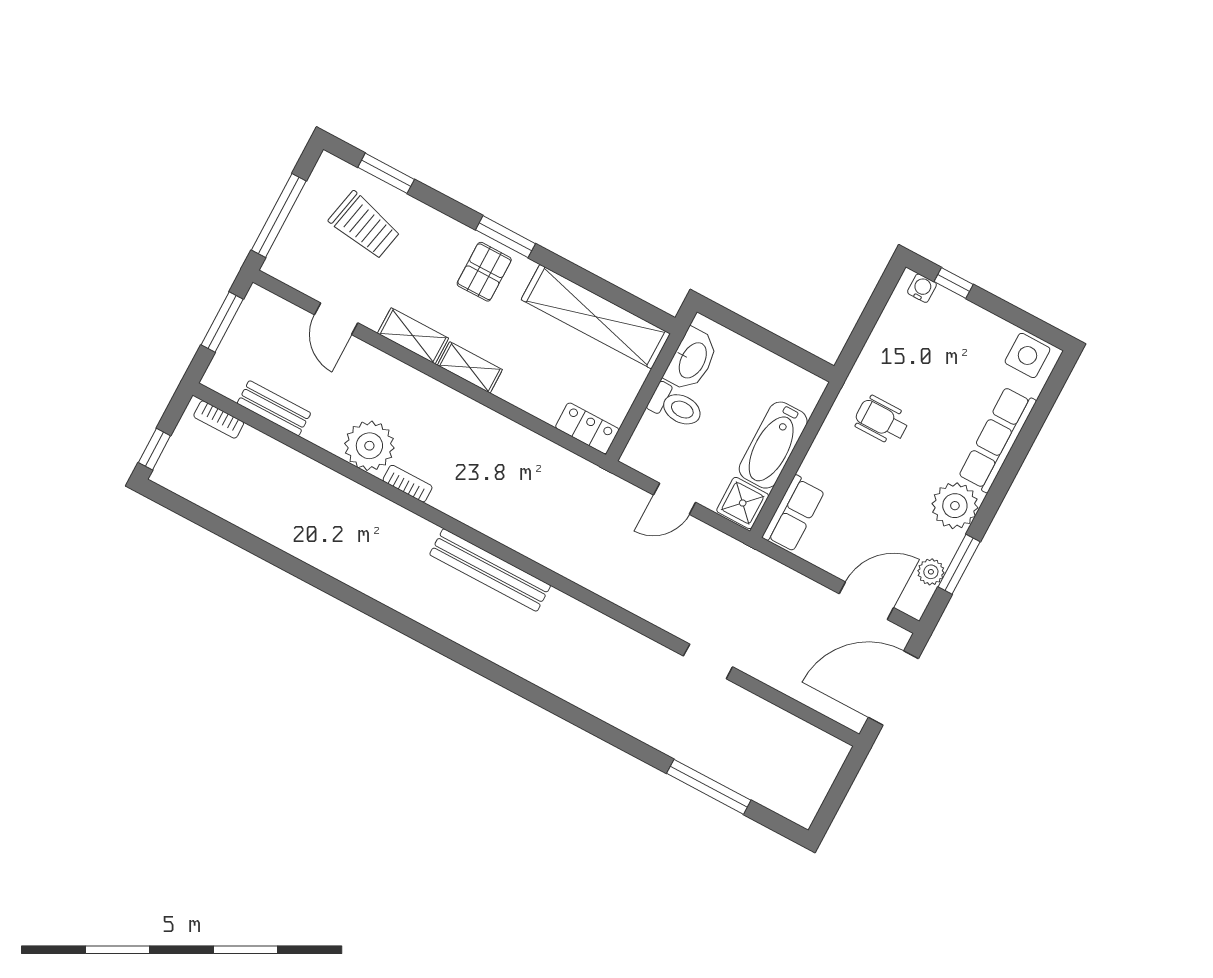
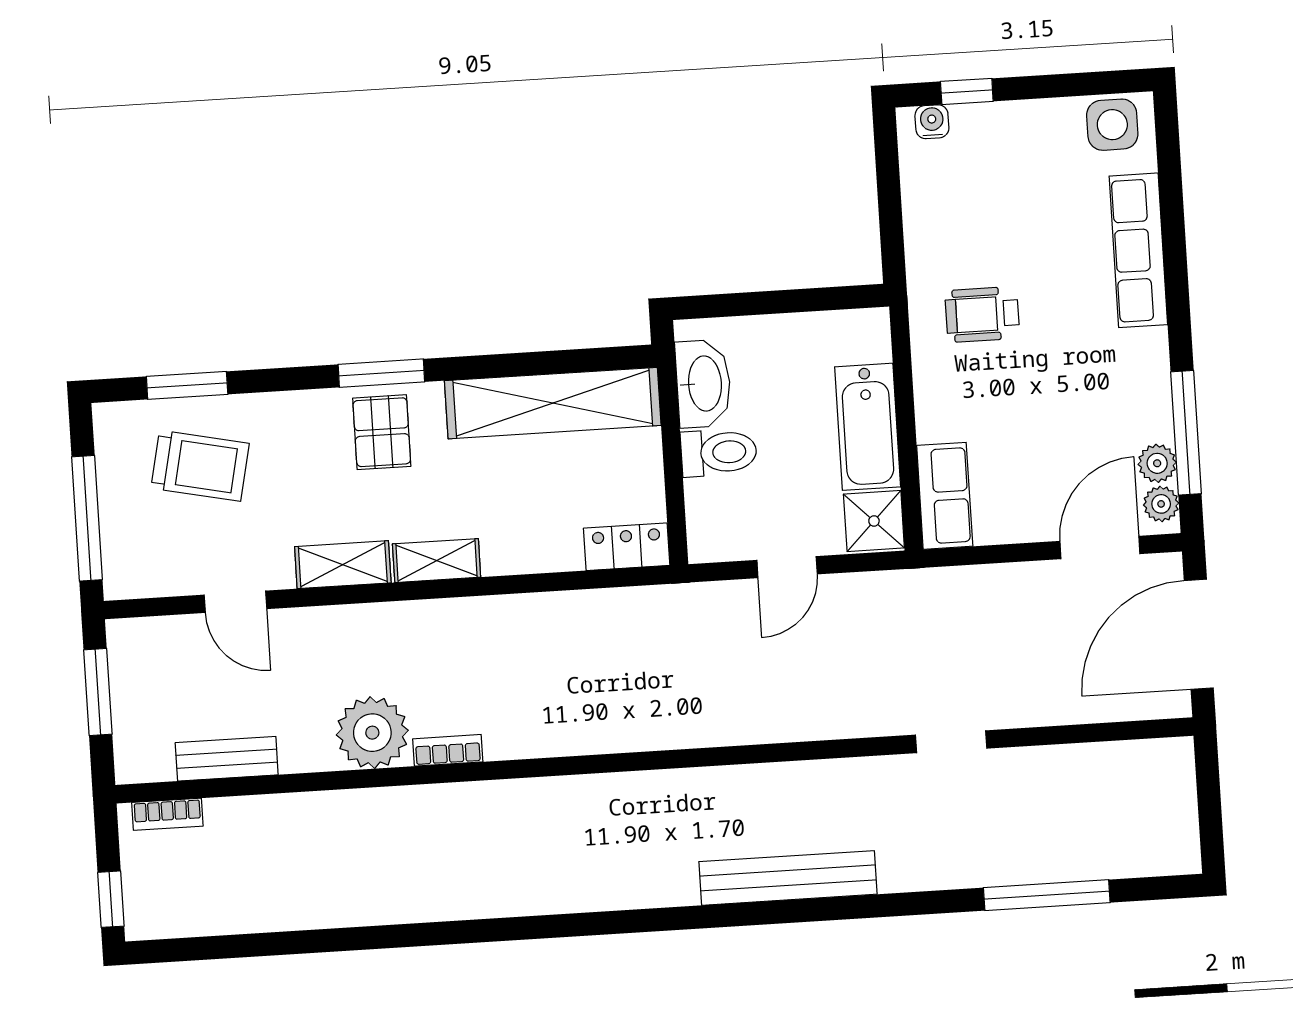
plant: (955, 506) -> (1161, 504), moved, width x0.53, depth x0.53
window: (959, 564) -> (1186, 433), width x1.44
bench: (490, 570) -> (788, 878), moved

